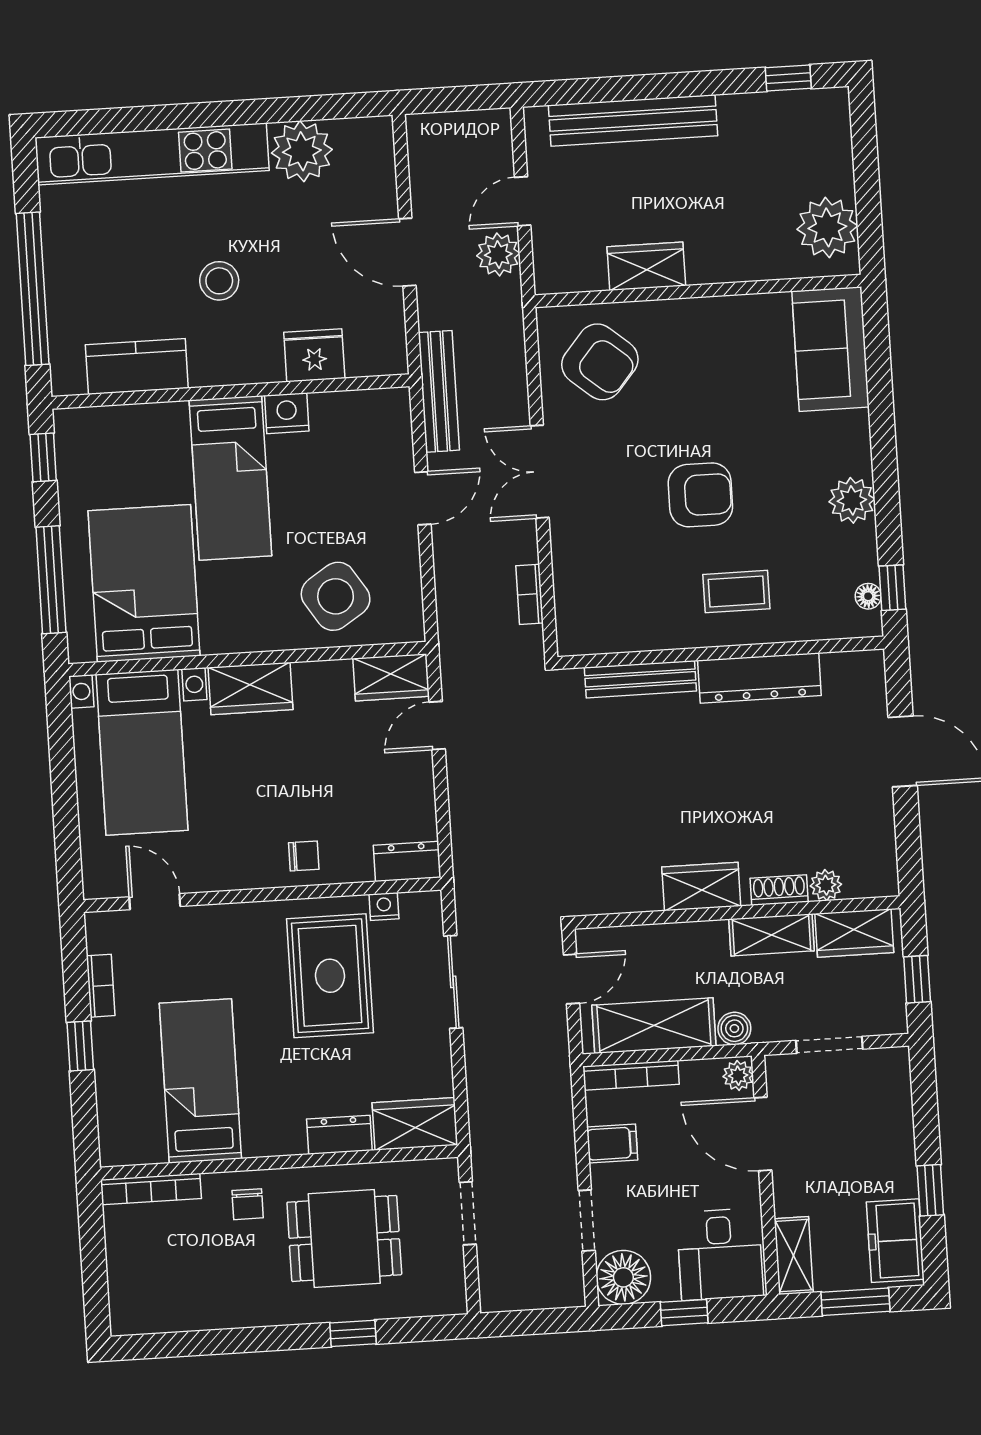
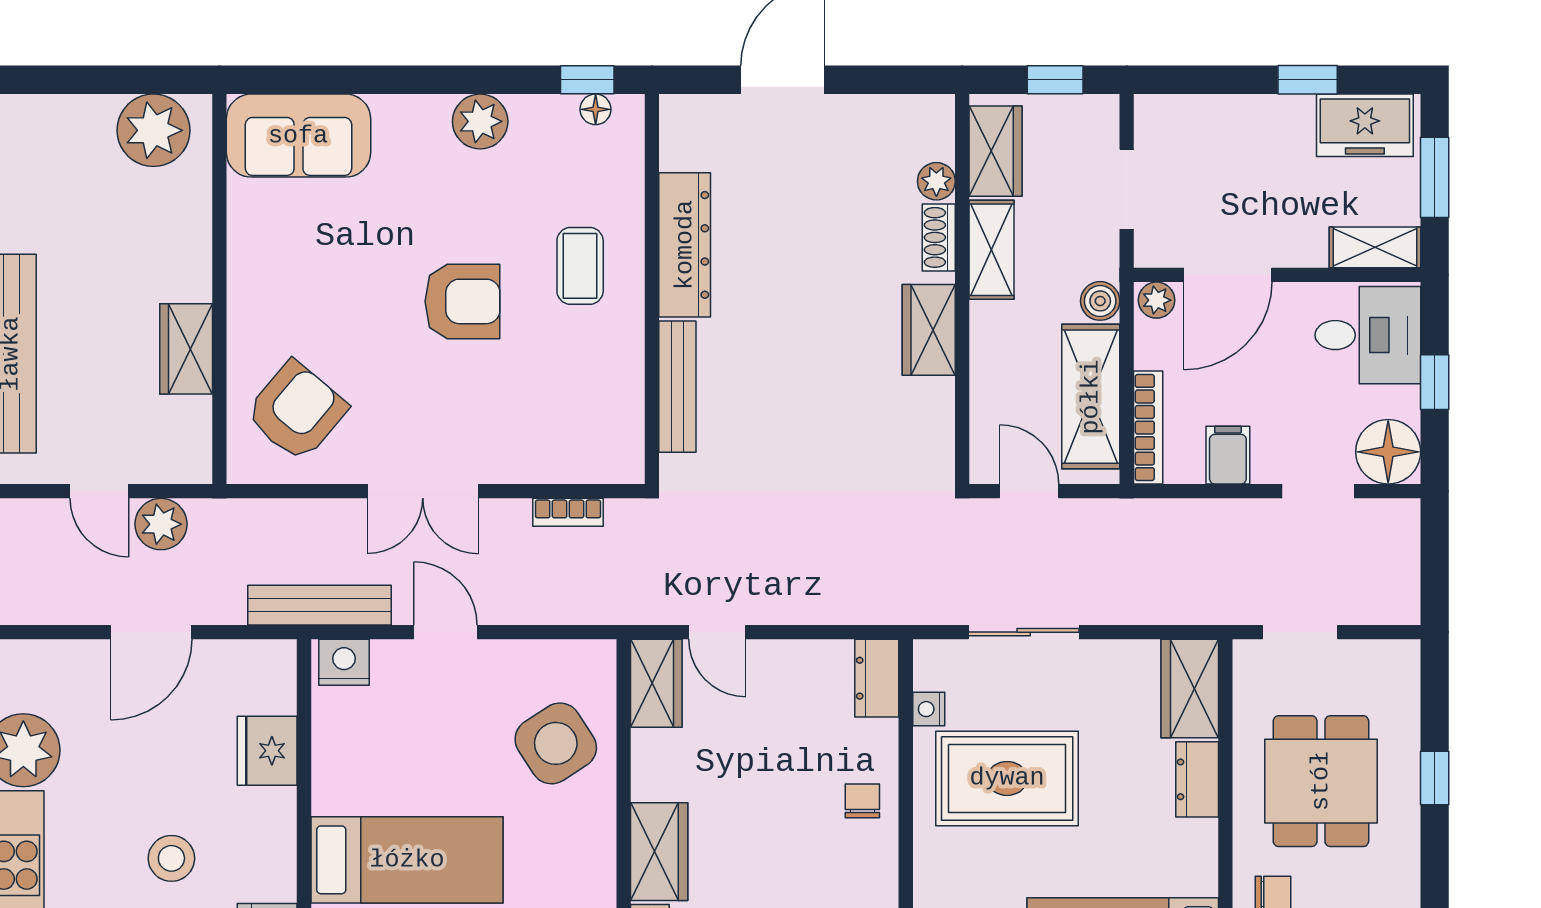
nightstand: (287, 413) -> (344, 662), moved, turned 90
armchair: (700, 495) -> (462, 301), turned 90

